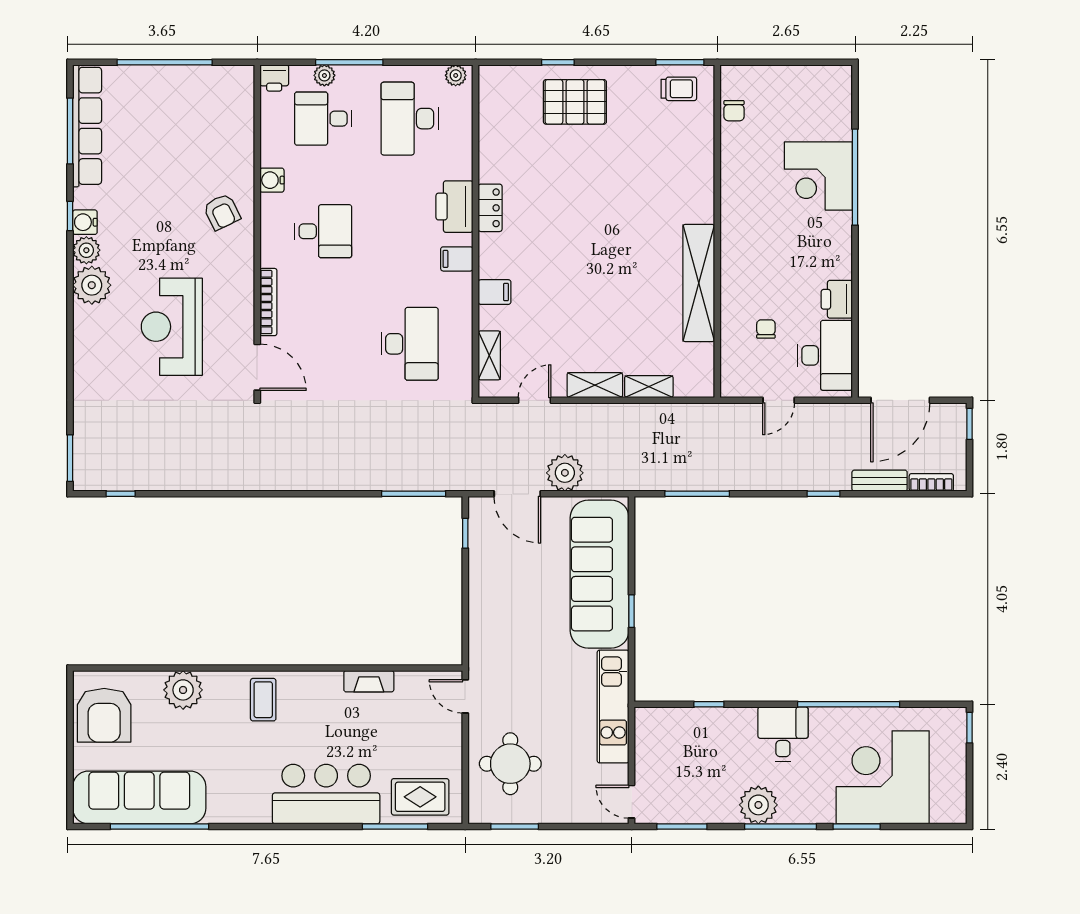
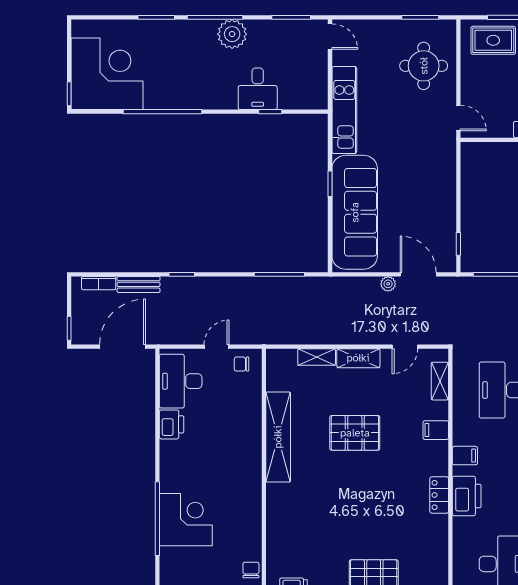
pallet: (599, 288) -> (355, 433), added
chair: (766, 329) -> (242, 364), moved, turned 90
plant: (565, 473) -> (388, 284), width x0.53, depth x0.53
desk: (783, 734) -> (258, 89), moved
corner desk: (883, 777) -> (107, 74), moved, turned -90

